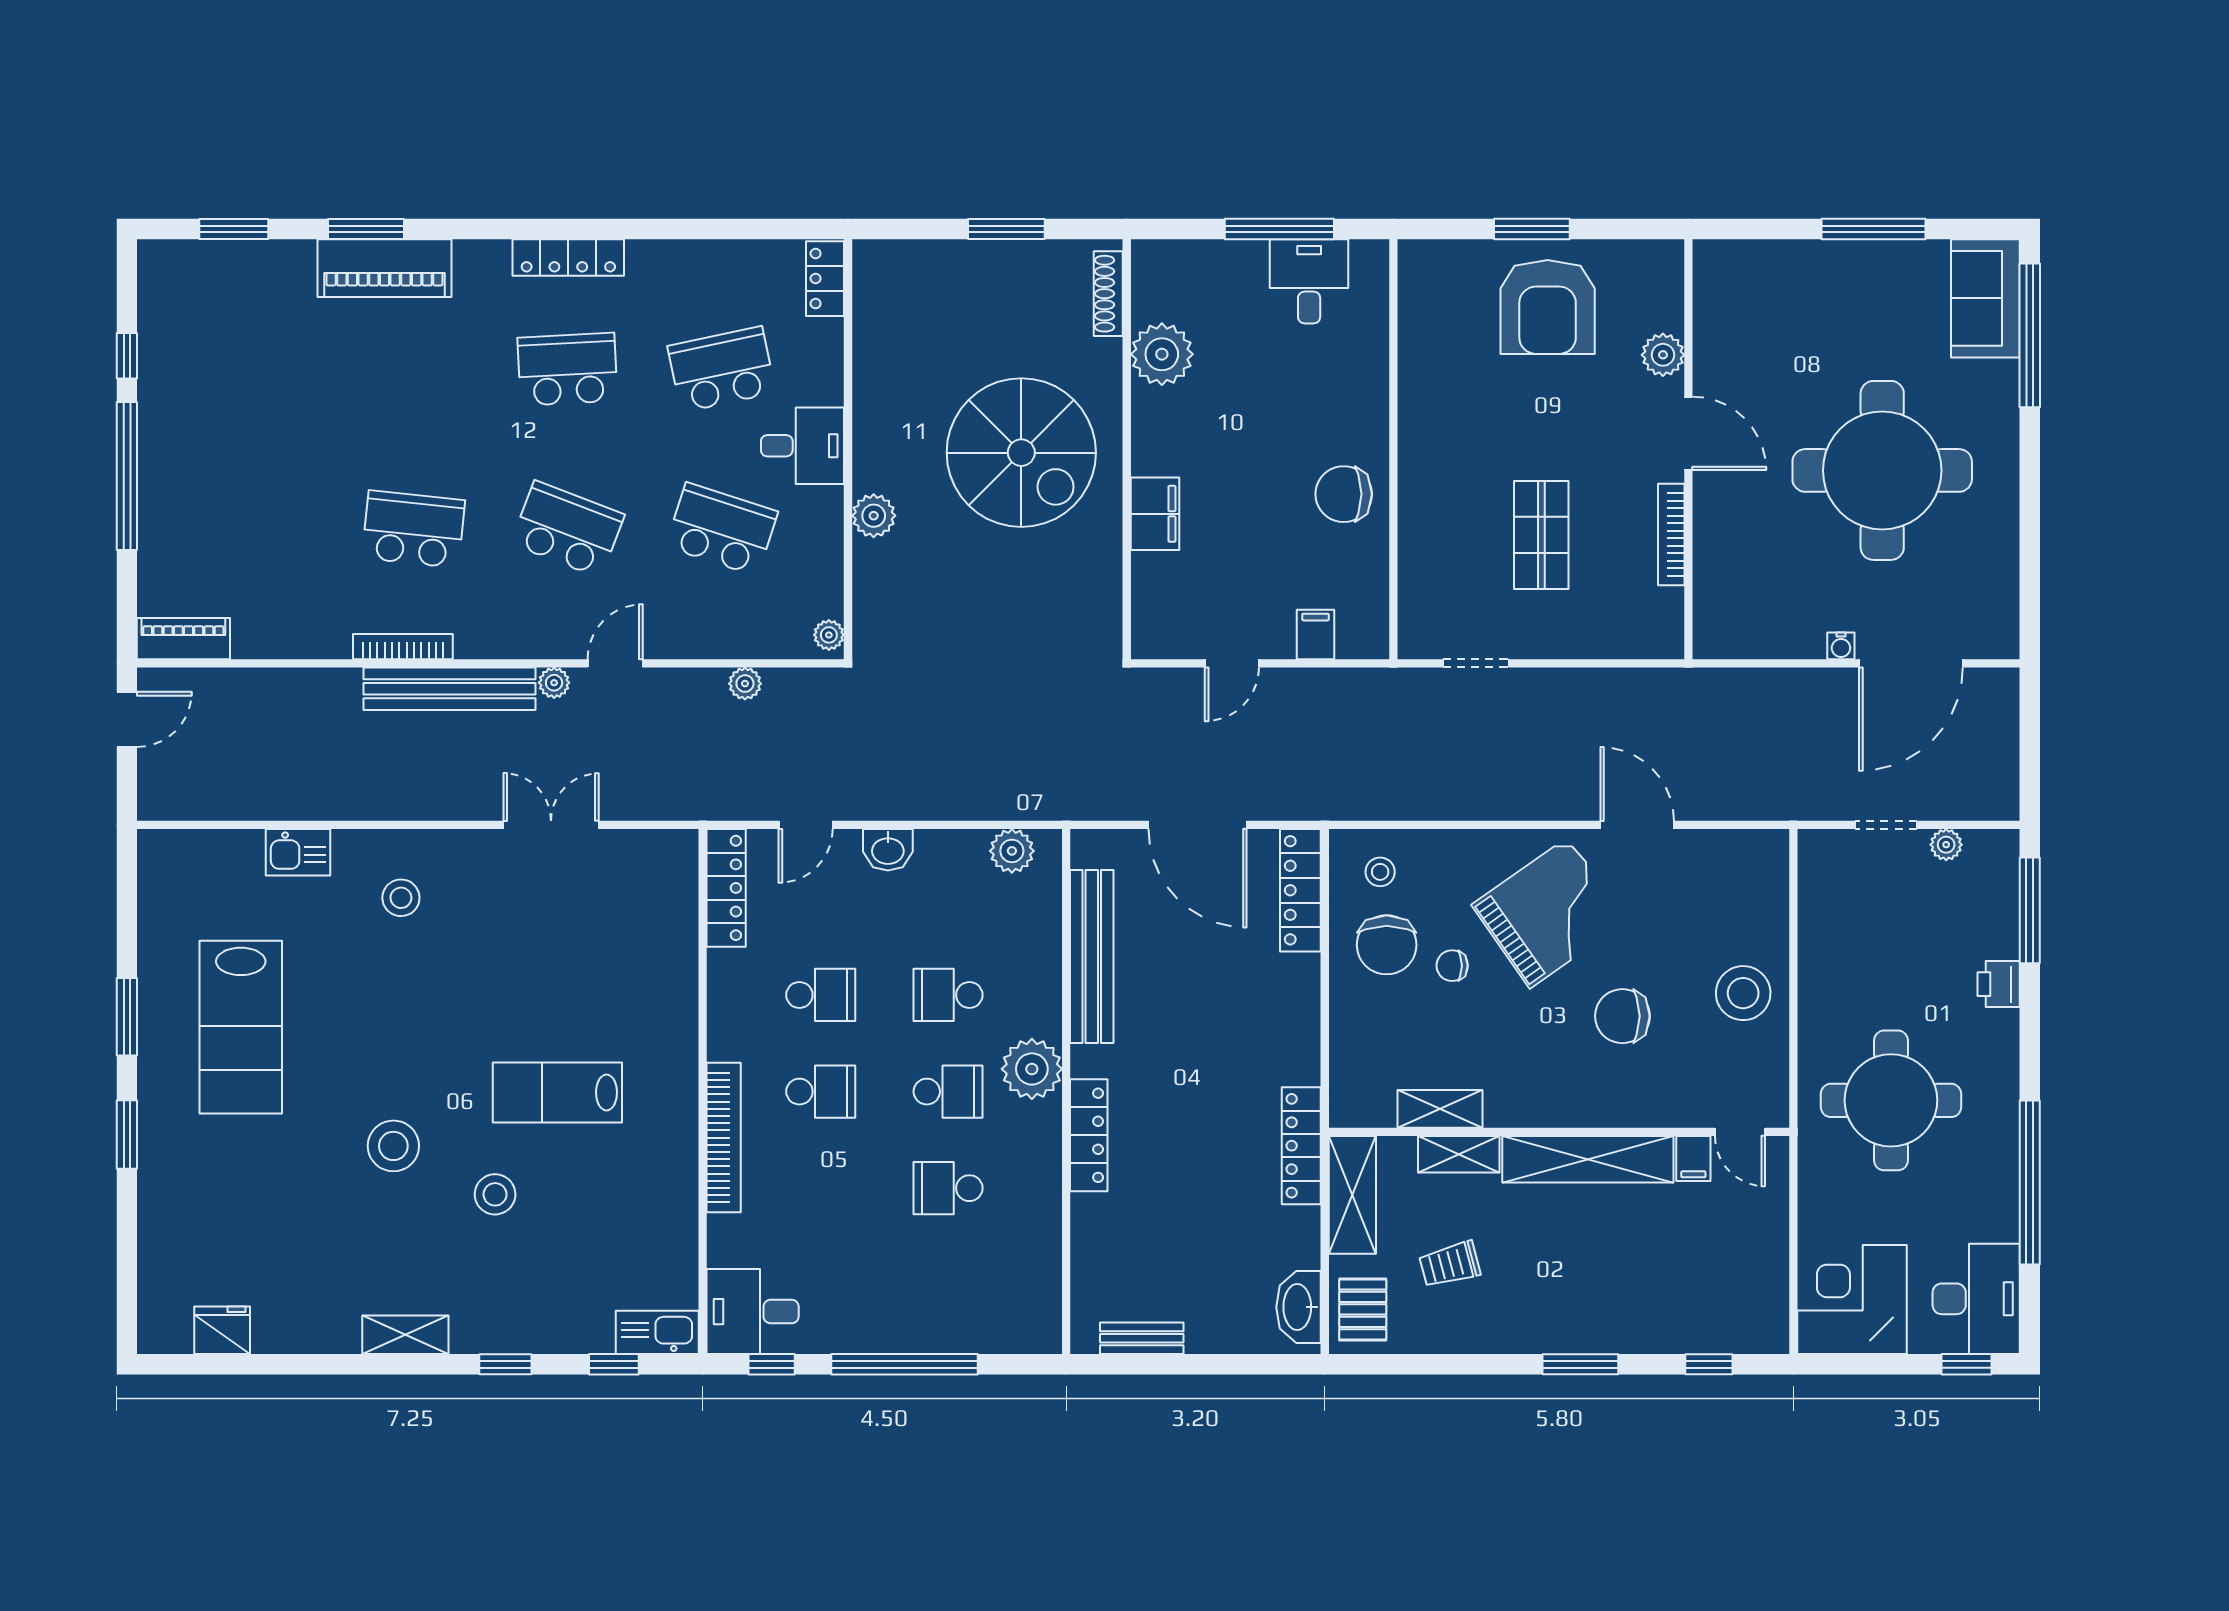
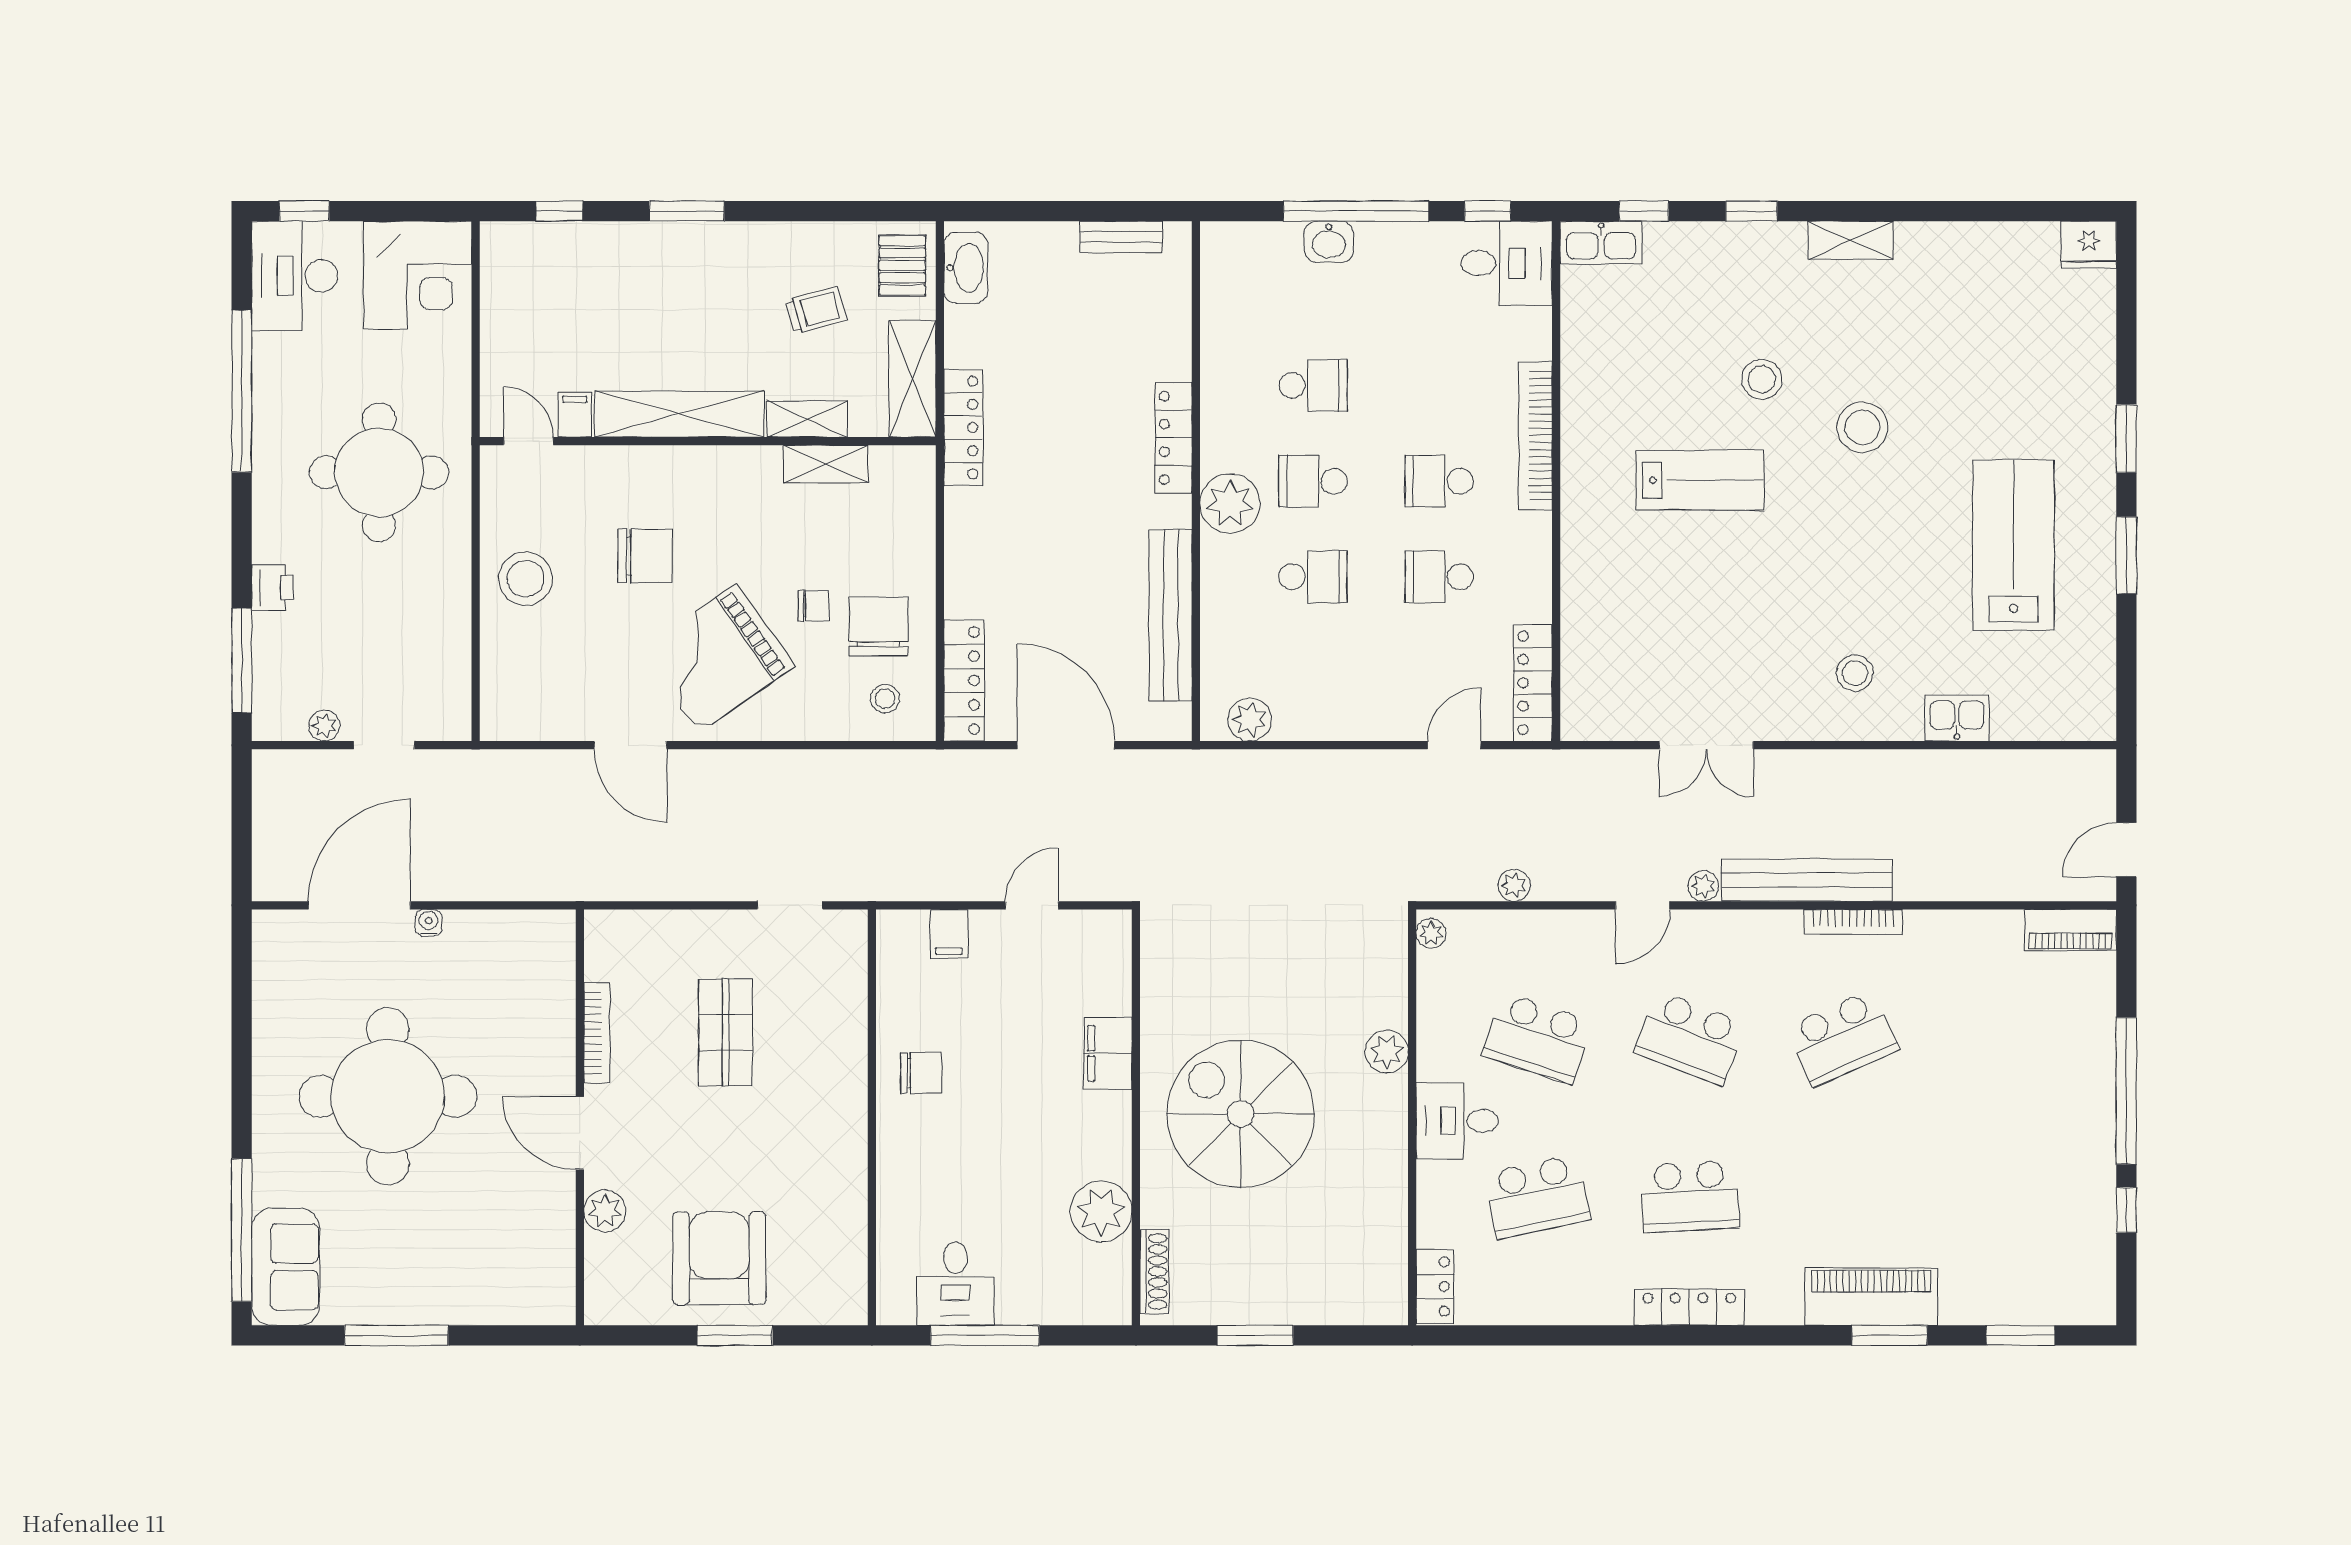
chair: (1344, 494) -> (921, 1073), width x0.73, depth x0.73
school desk: (413, 529) -> (1843, 1038), turned -30
washbasin: (888, 850) -> (1329, 242), moved, turned 180
fridge: (222, 1330) -> (2089, 245), moved

